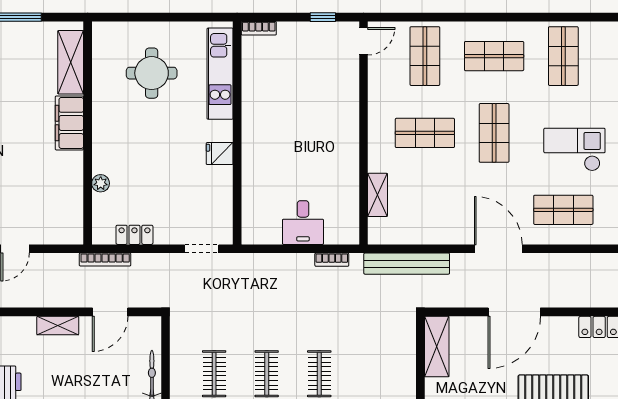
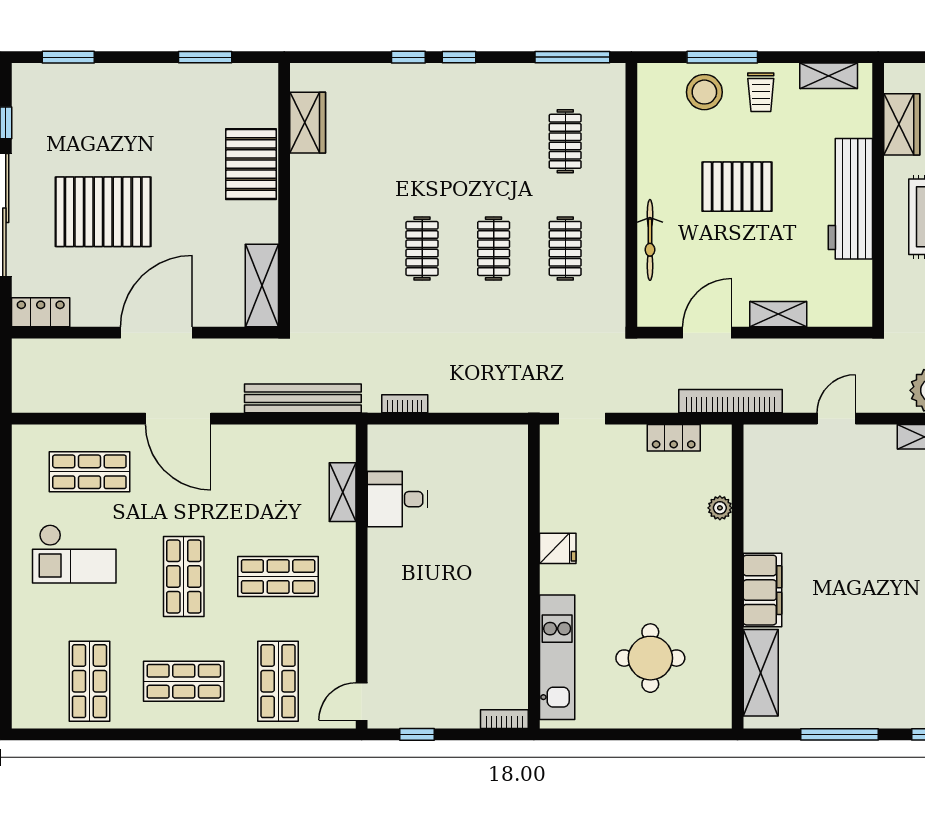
desk: (303, 223) -> (397, 499), moved, turned -90
bookcase: (105, 260) -> (731, 401), width x1.48, depth x1.31

